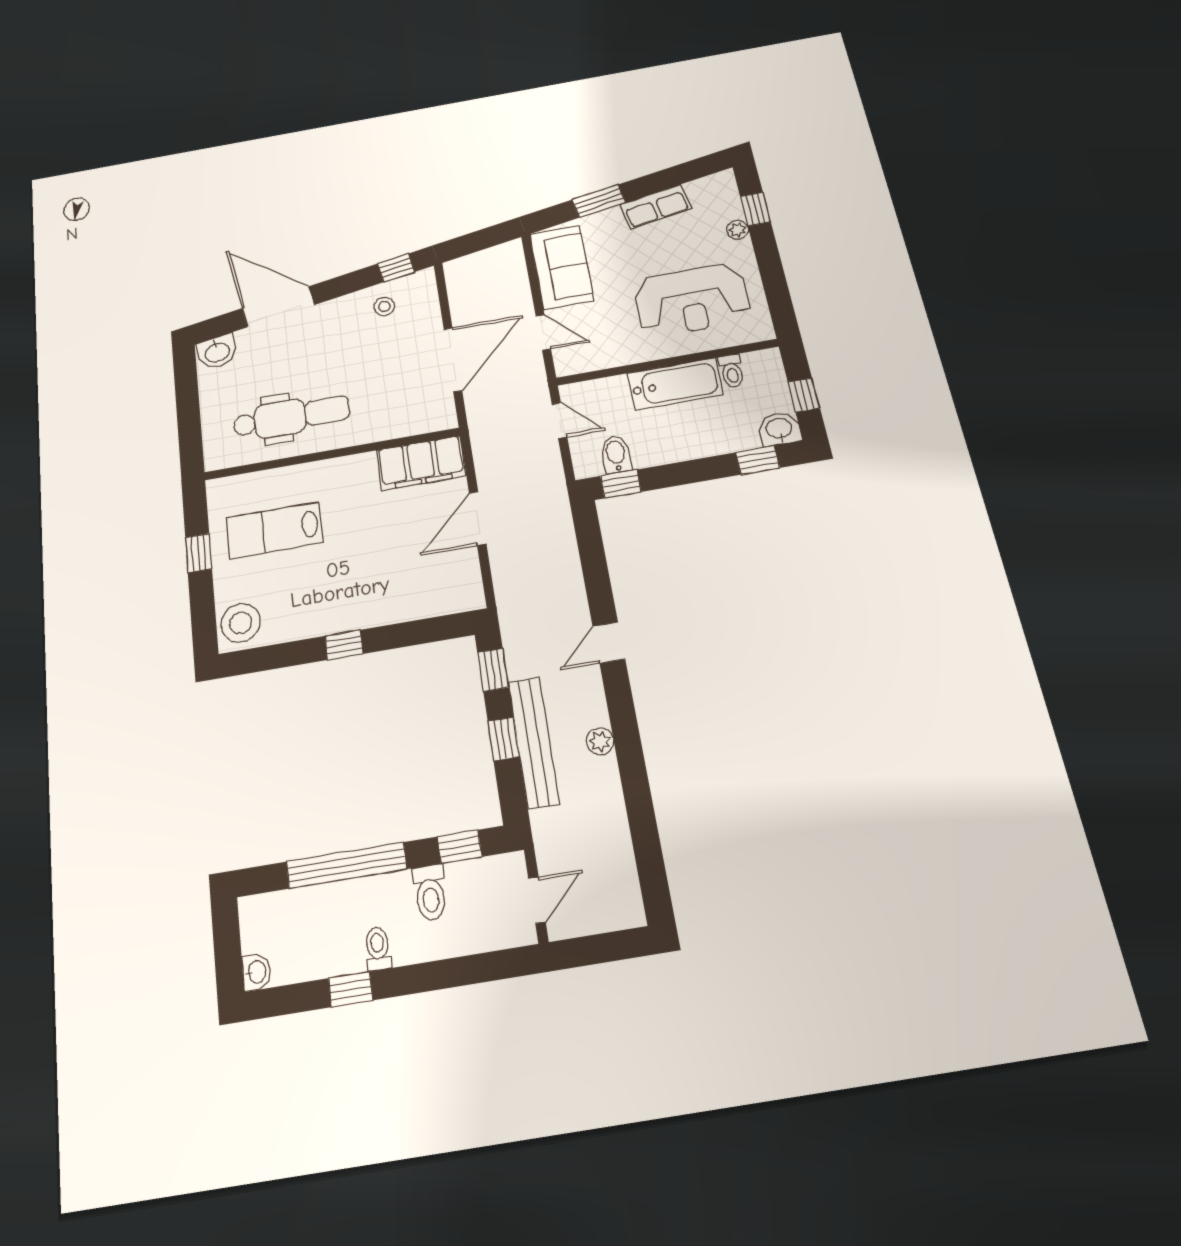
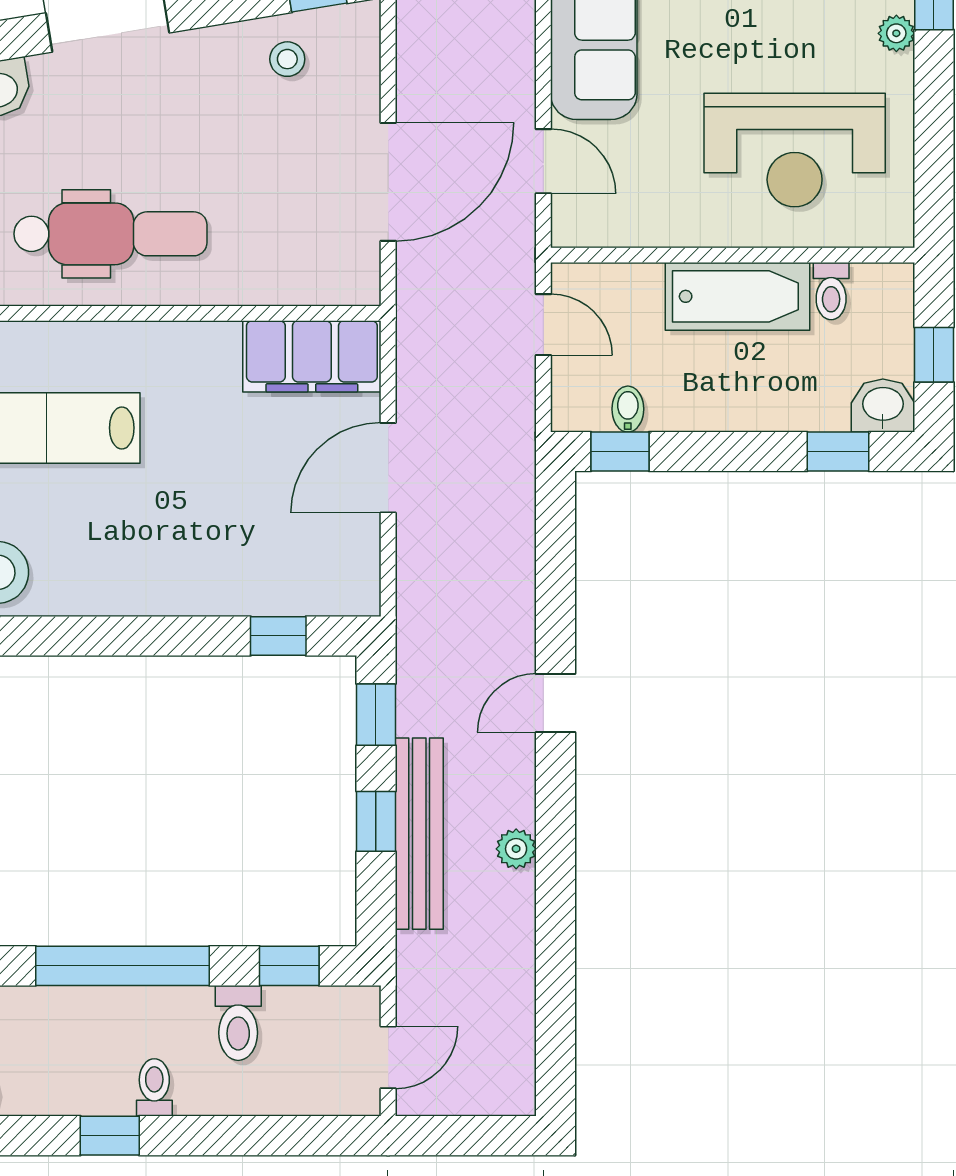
bidet: (616, 455) -> (628, 409), width x0.72, depth x0.74
window: (344, 645) -> (278, 636), moved

